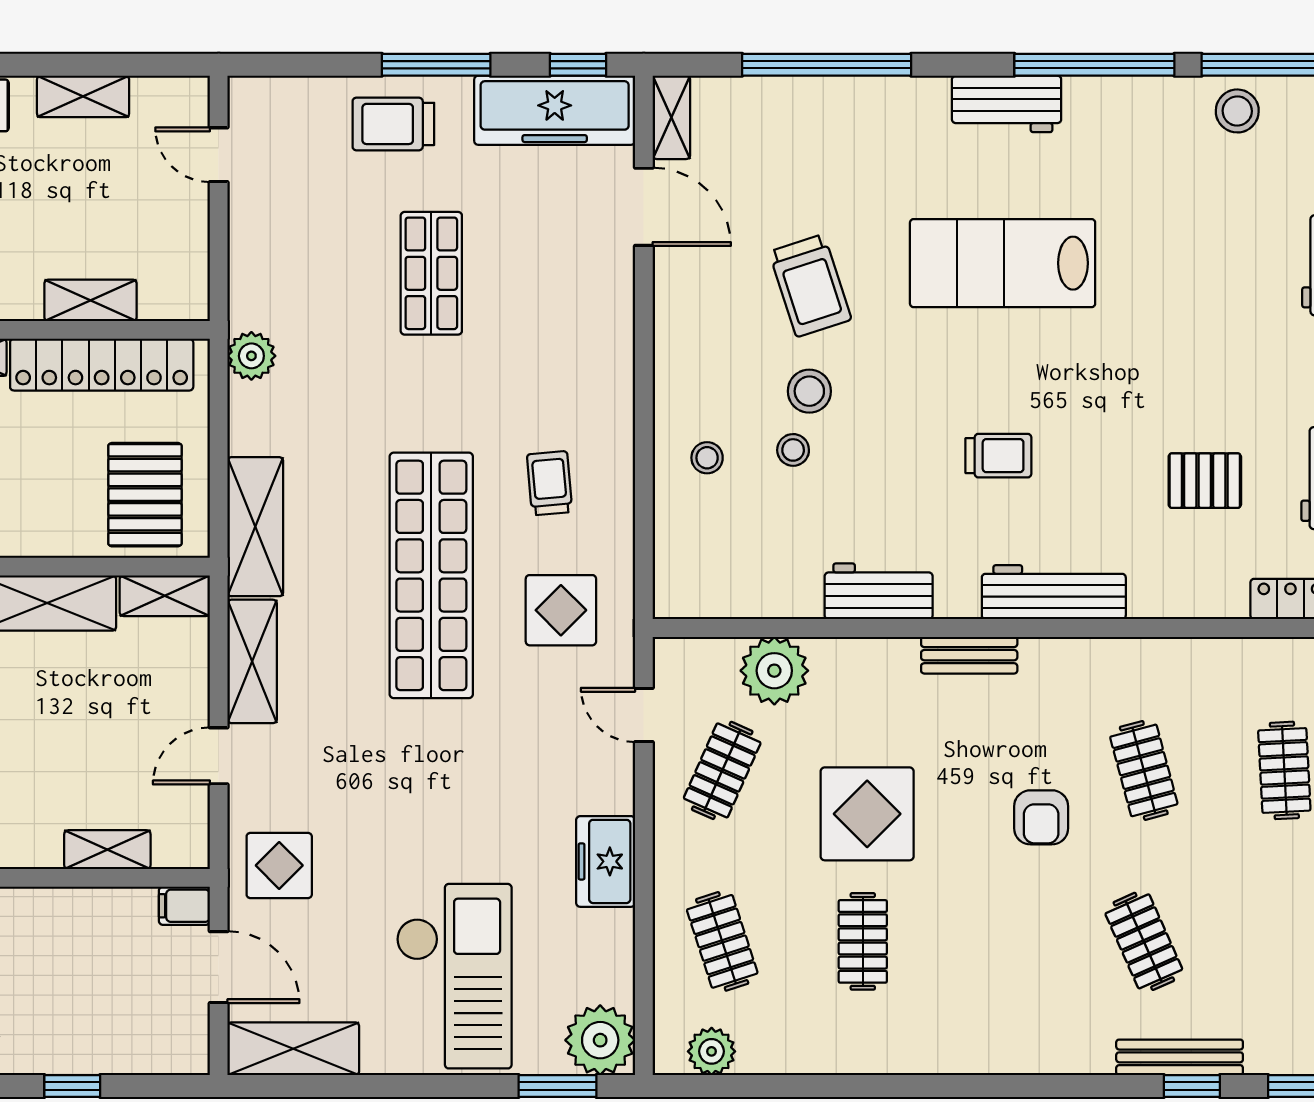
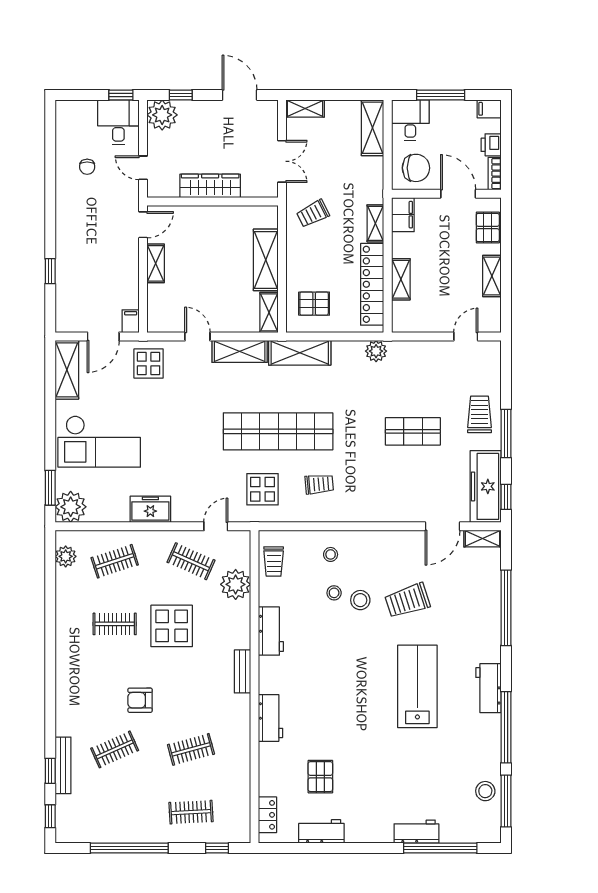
trolley: (998, 456) -> (274, 561), moved
pallet: (145, 495) -> (314, 304), width x0.67, depth x0.71
workbench: (1054, 592) -> (271, 718), width x0.73
armchair: (1041, 817) -> (140, 700), moved
shelving: (107, 850) -> (156, 263), moved

